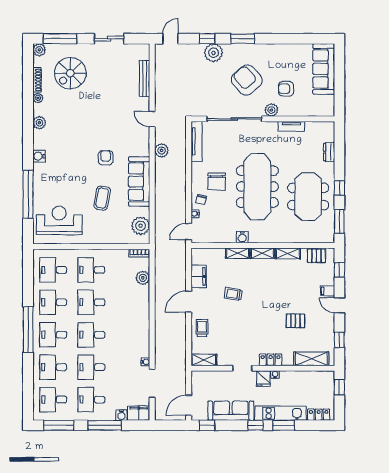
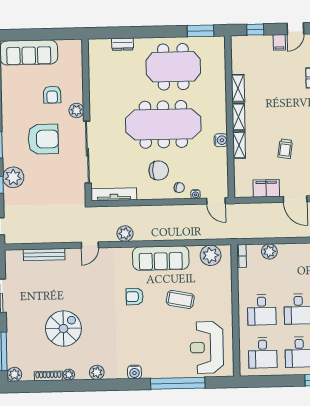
spiral stairs: (70, 73) -> (63, 329), moved, turned -90
armchair: (247, 80) -> (43, 139), turned -139
tv unit: (291, 126) -> (94, 87), removed
window: (339, 188) -> (163, 32), removed
pallet: (316, 256) -> (240, 56), removed

